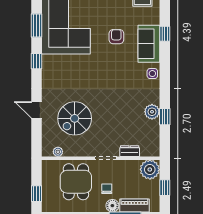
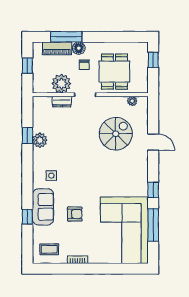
window: (36, 26) -> (153, 225), width x1.44
armchair: (116, 37) -> (75, 214), turned -90
side table: (152, 74) -> (51, 176), moved
plant: (150, 170) -> (61, 84), moved

